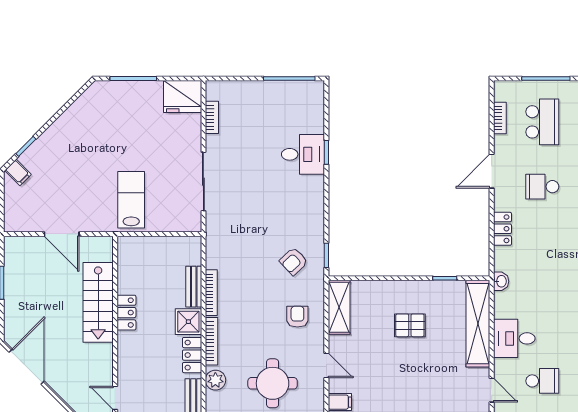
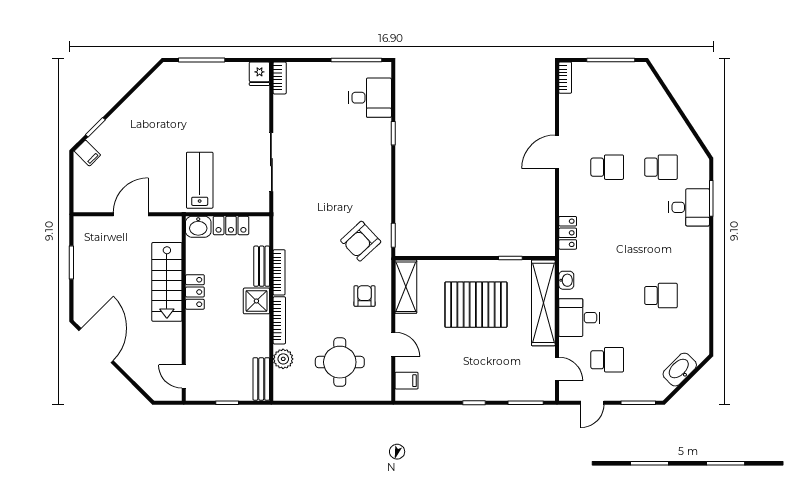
fridge: (183, 96) -> (259, 74), width x0.53, depth x0.75
bookcase: (212, 117) -> (280, 78), moved
bookcase: (500, 118) -> (565, 78), moved
school desk: (542, 122) -> (607, 103), removed
desk: (303, 154) -> (370, 98), moved
school desk: (542, 187) -> (607, 167), turned 180
locker: (502, 229) -> (568, 233), moved
door: (62, 234) -> (131, 214), swing flipped
washbasin: (130, 247) -> (198, 227), added
armchair: (294, 261) -> (361, 241), width x1.38, depth x1.38
washbasin: (501, 281) -> (566, 280), moved
pallet: (410, 325) -> (476, 305), width x2.05, depth x2.00
locker: (192, 355) -> (231, 226), moved, turned -90

